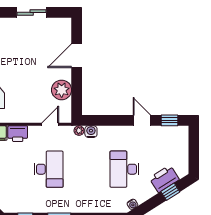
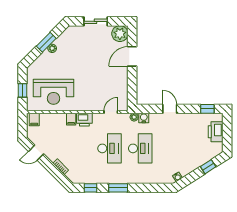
plant: (62, 90) -> (120, 34), moved
door: (142, 120) -> (170, 109), moved
desk: (124, 169) -> (140, 148), moved, turned 180
printer: (164, 179) -> (216, 132), moved, turned -58

